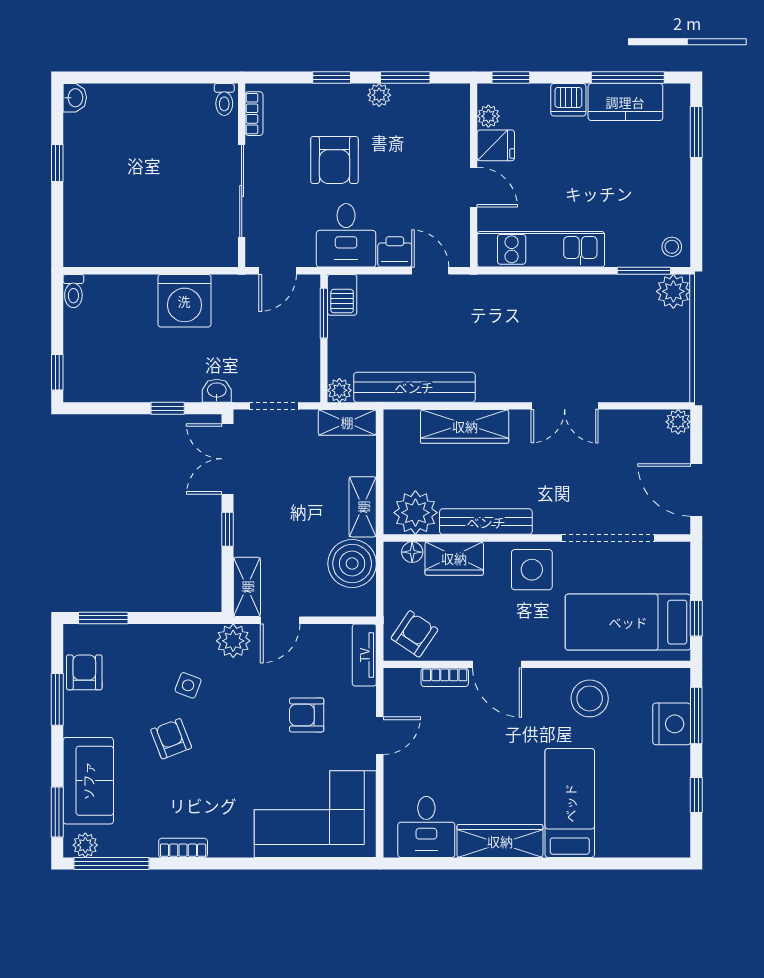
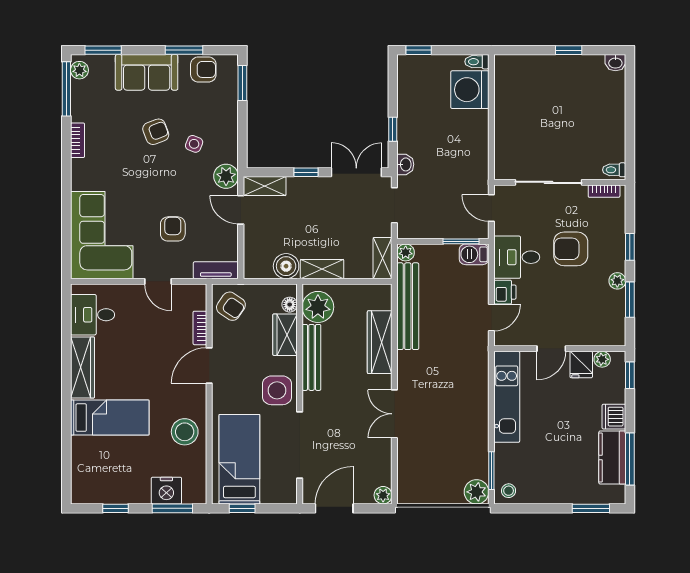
washing machine: (184, 301) -> (470, 90), moved
boiler: (352, 564) -> (286, 266), width x0.73, depth x0.73
sofa: (88, 781) -> (147, 72), moved

